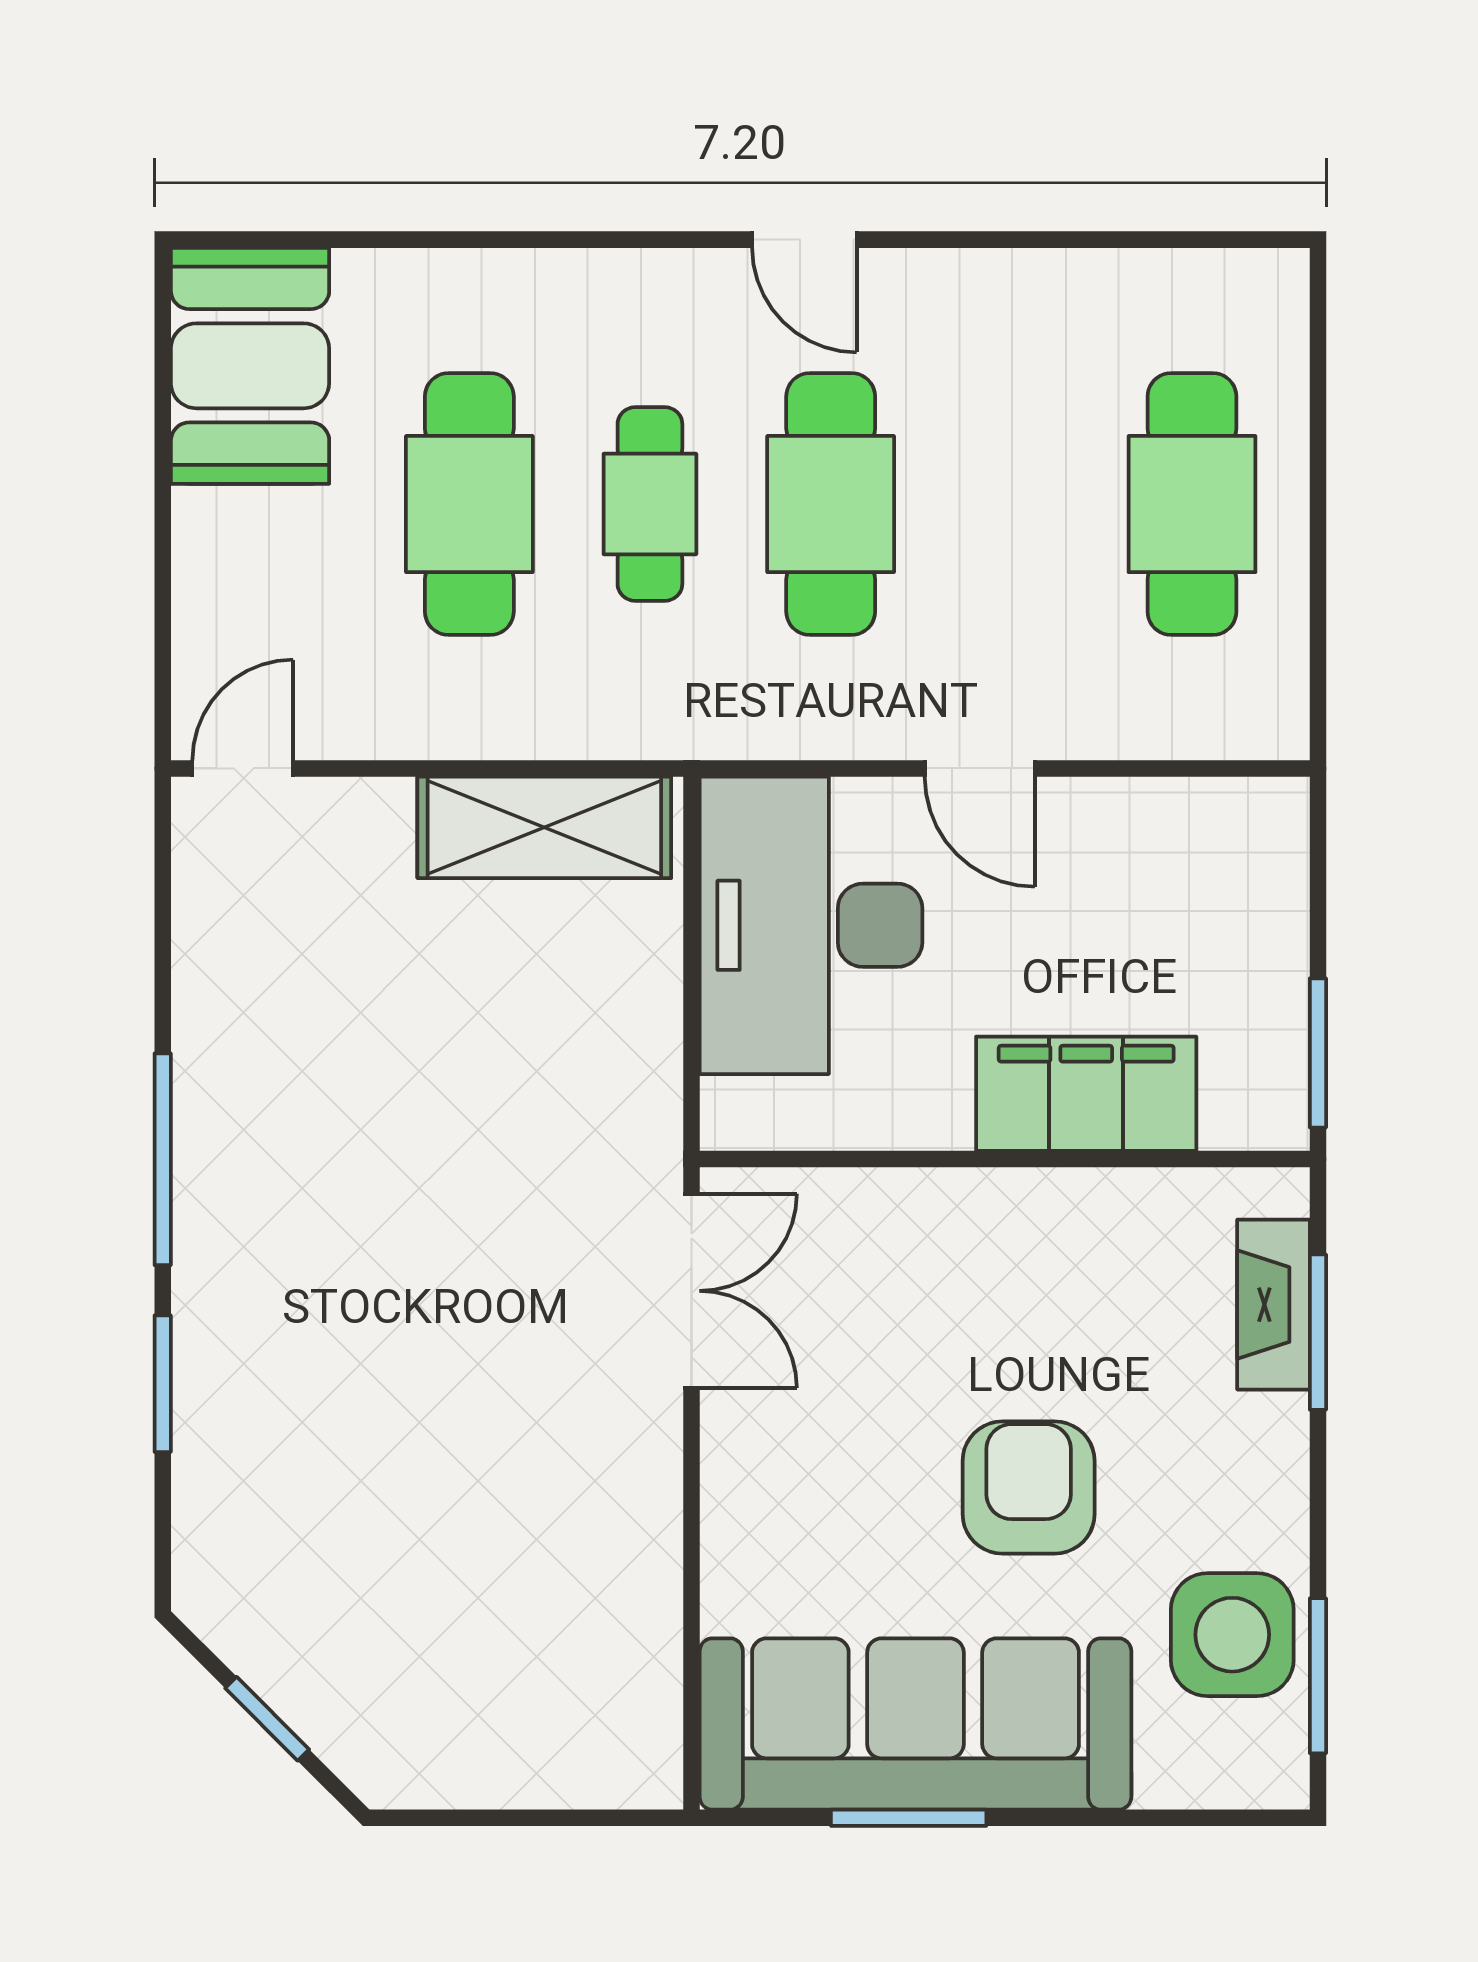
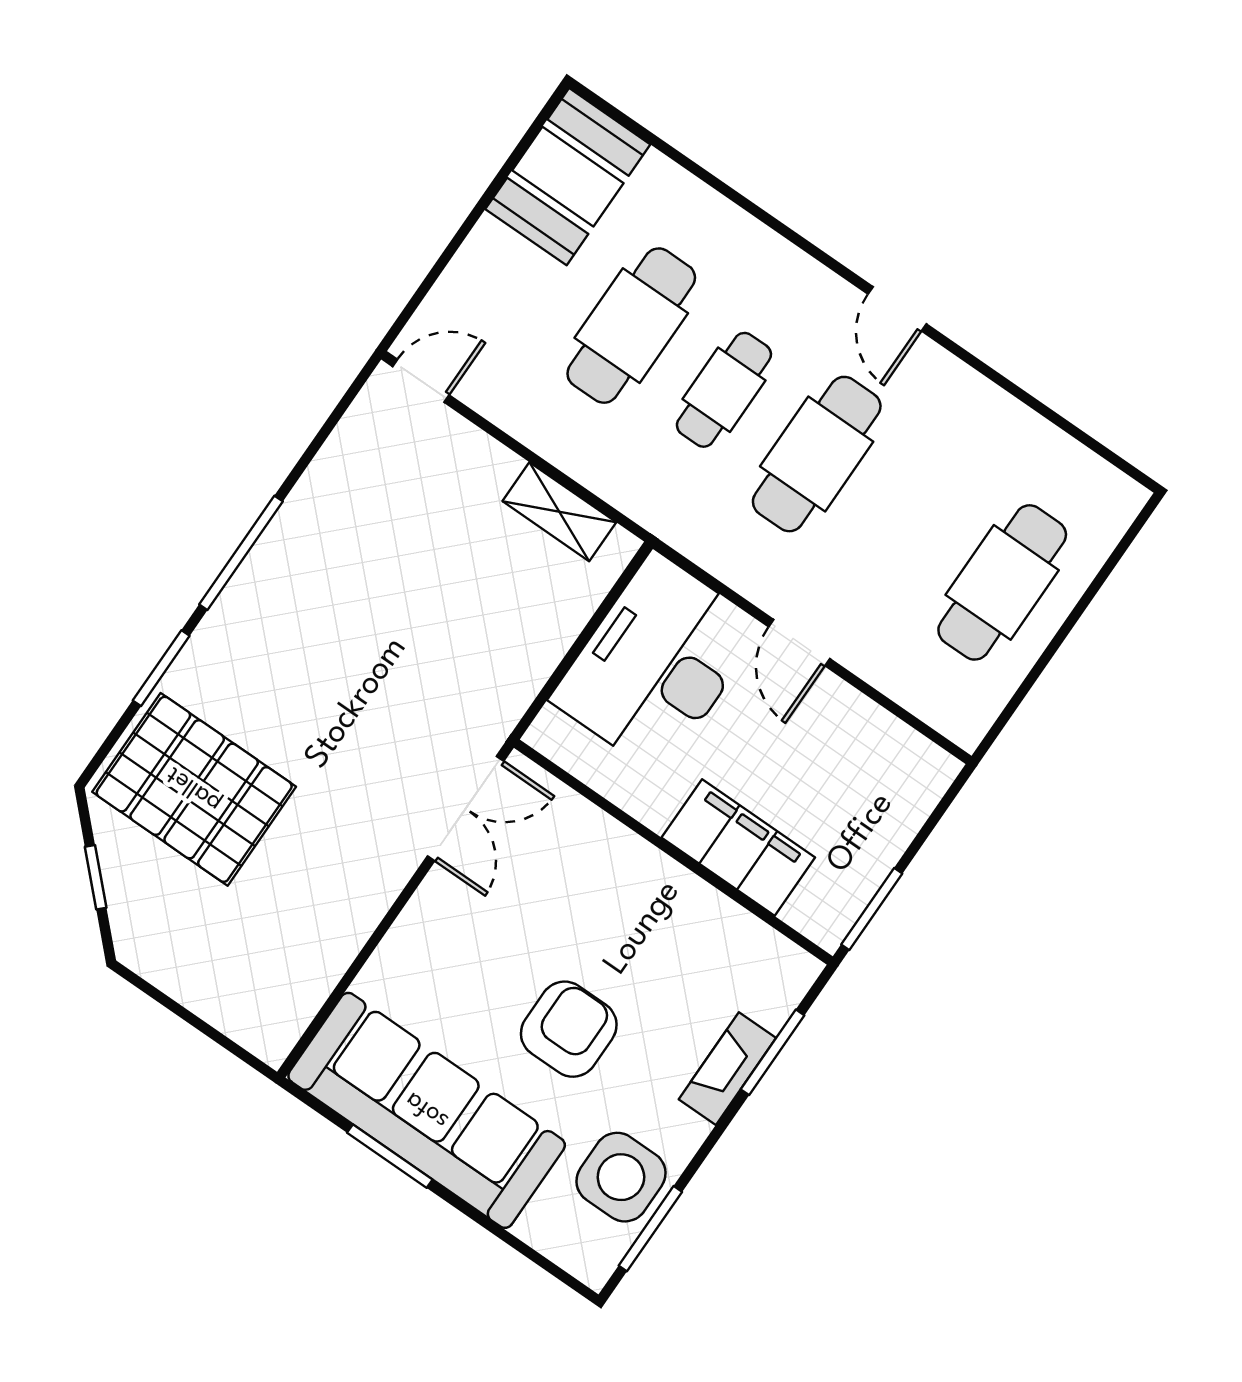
shelving: (544, 827) -> (559, 512), width x0.67, depth x0.75
fireplace: (1273, 1305) -> (727, 1069), moved
pallet: (317, 1513) -> (194, 789), added

